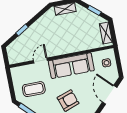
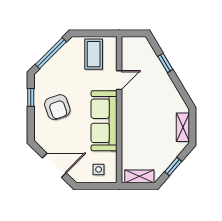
door: (40, 61) -> (119, 80), hinge flipped
coffee table: (34, 89) -> (94, 54), moved

